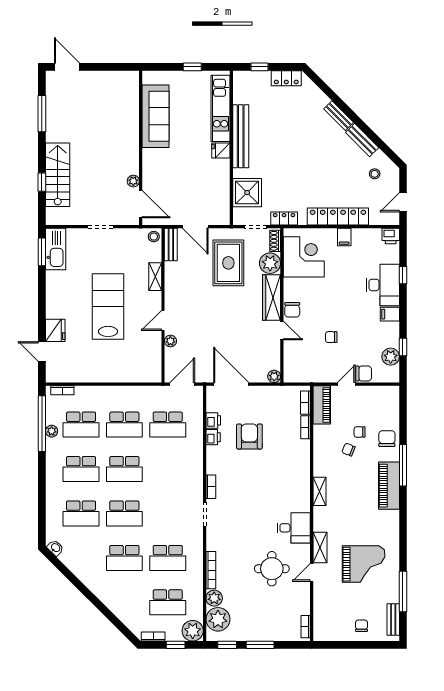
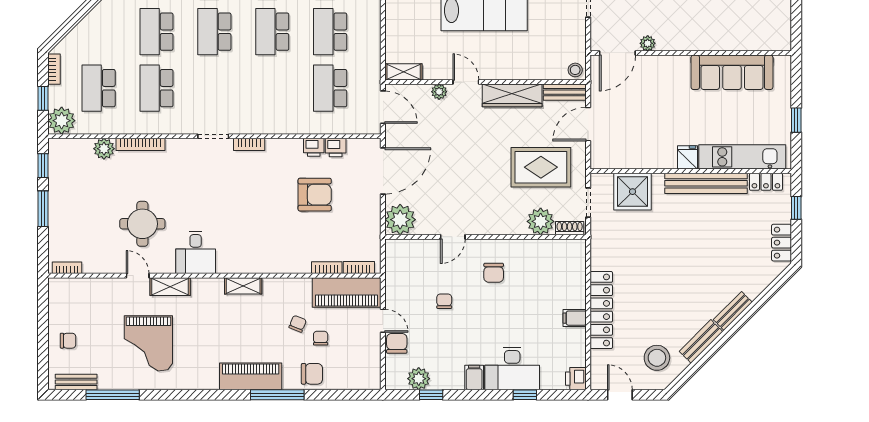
stool: (375, 174) -> (657, 358), width x1.89, depth x1.89
locker: (284, 219) -> (766, 182), moved, turned 90
corner desk: (304, 257) -> (549, 265), removed
shelving: (155, 277) -> (404, 72), moved
wardrobe: (272, 298) -> (512, 95), moved, turned 180
chair: (292, 310) -> (494, 273), moved, turned -90
chair: (364, 374) -> (397, 343), turned 180
plant: (274, 376) -> (400, 220), width x1.87, depth x1.87
piano: (322, 405) -> (347, 292), width x1.37, depth x1.33
plant: (218, 619) -> (76, 154), removed

